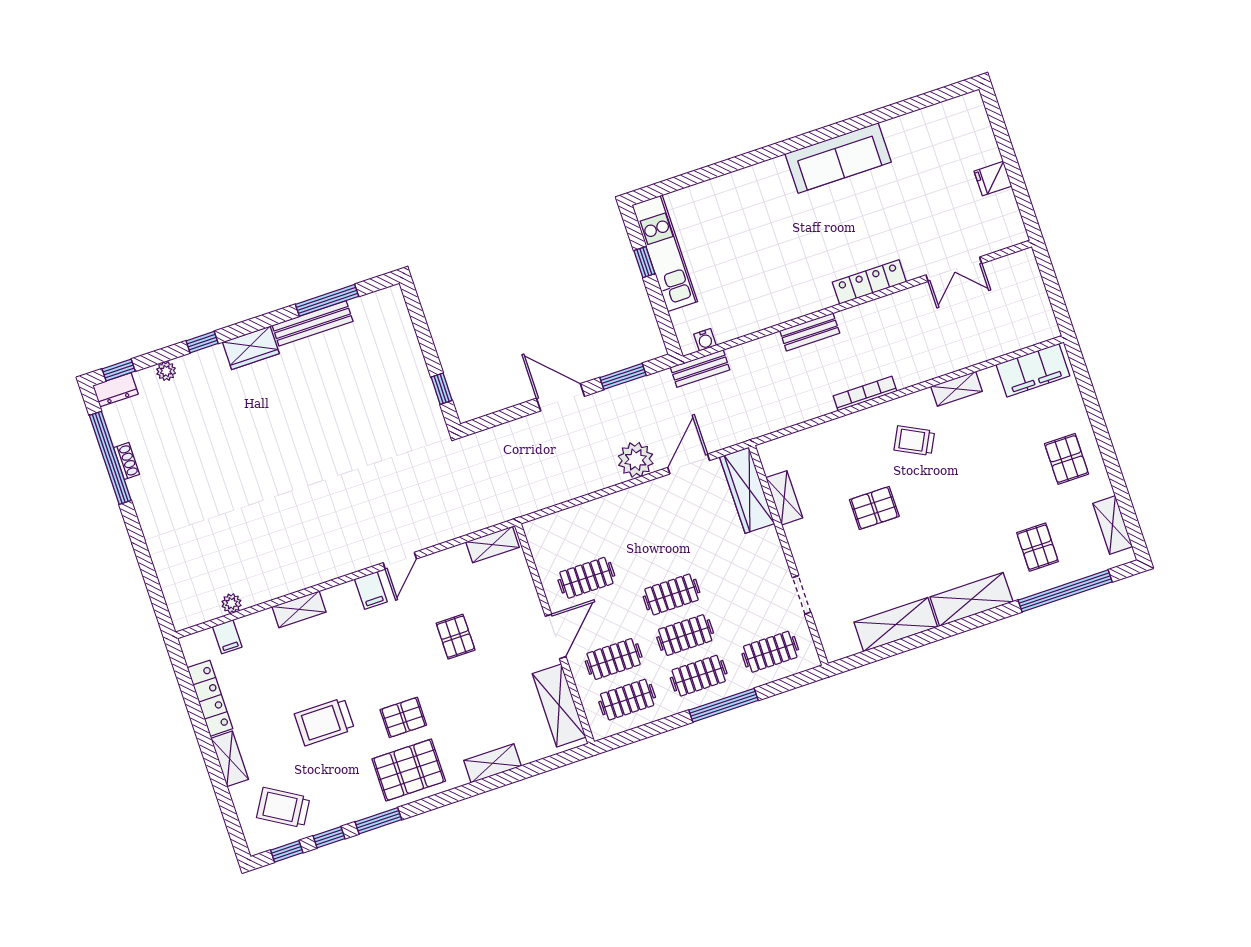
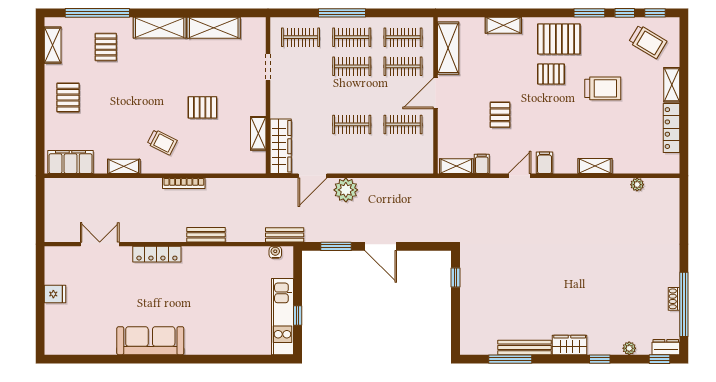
clothes rail: (672, 594) -> (352, 124), moved
filing cabinet: (227, 637) -> (482, 164), moved

